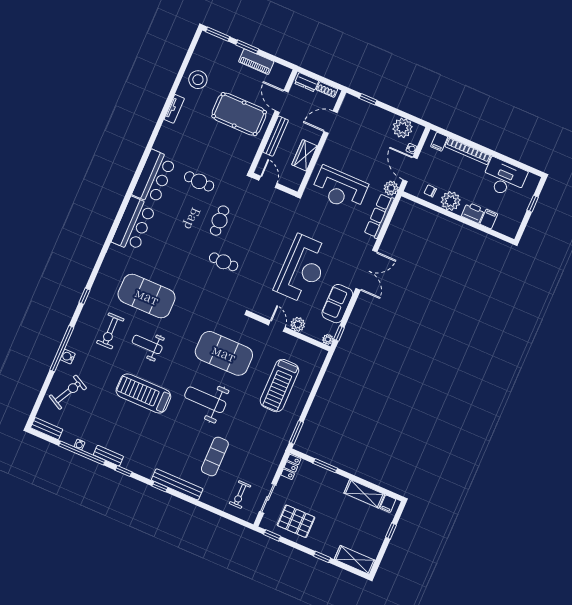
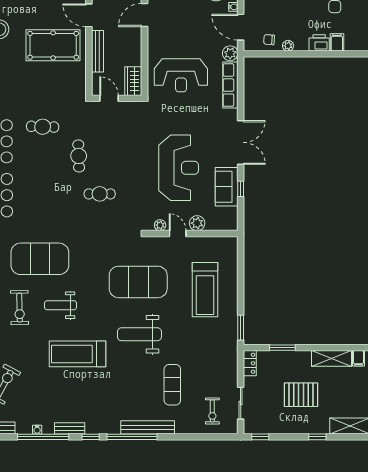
wardrobe: (305, 155) -> (133, 81), moved
plant: (451, 201) -> (288, 46), width x0.53, depth x0.53
window: (339, 333) -> (241, 189), moved
plant: (328, 339) -> (160, 225), moved
window: (160, 487) -> (132, 437), width x3.17
pallet: (296, 521) -> (301, 395), moved

